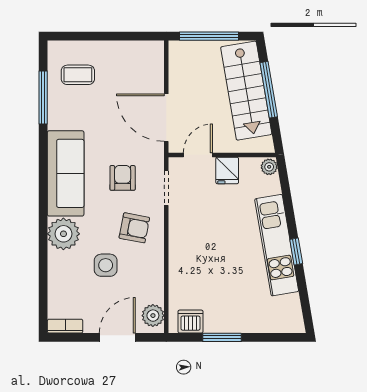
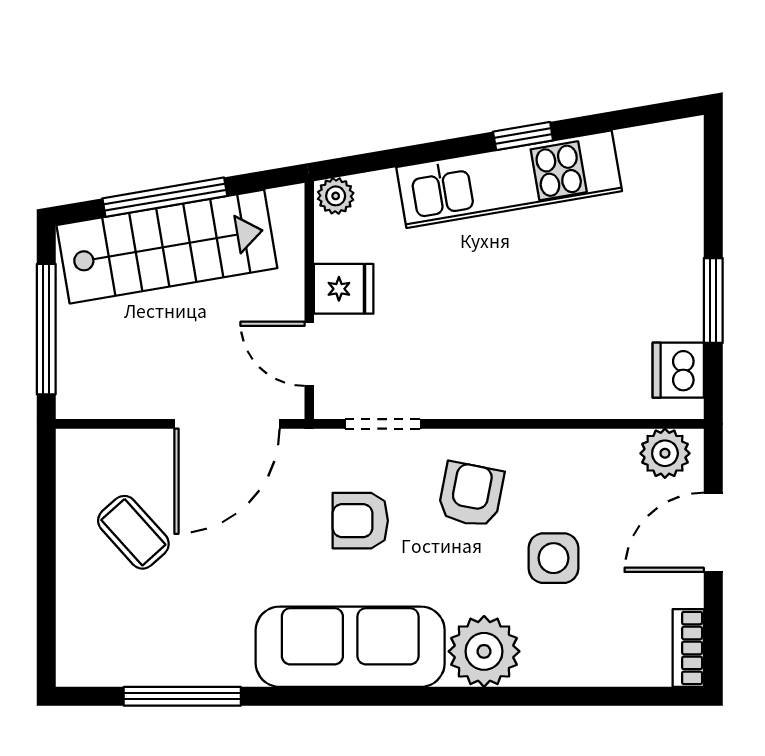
coffee table: (78, 75) -> (133, 532), moved, turned -42
door: (117, 337) -> (713, 532), hinge flipped

